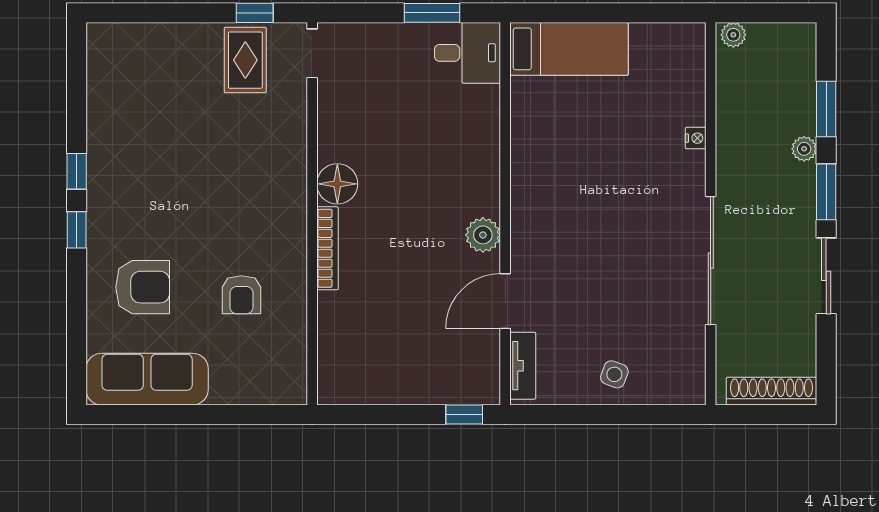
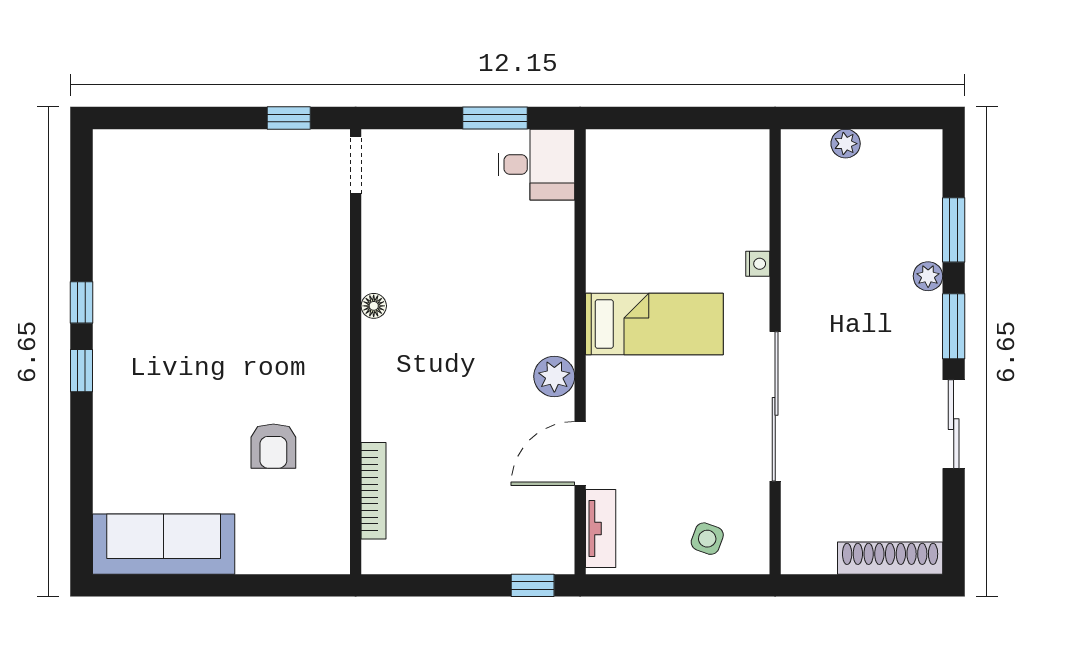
bed: (569, 49) -> (654, 324), moved
rug: (245, 60) -> (278, 173), removed
nightstand: (696, 138) -> (758, 264), moved
floor lamp: (337, 184) -> (374, 306), width x0.53, depth x0.53
wall: (711, 214) -> (775, 352), moved
bookcase: (328, 248) -> (374, 491), moved
sliding door: (711, 261) -> (775, 406), moved
armchair: (143, 287) -> (158, 437), removed

